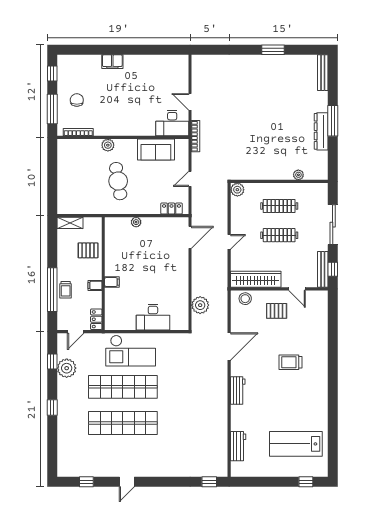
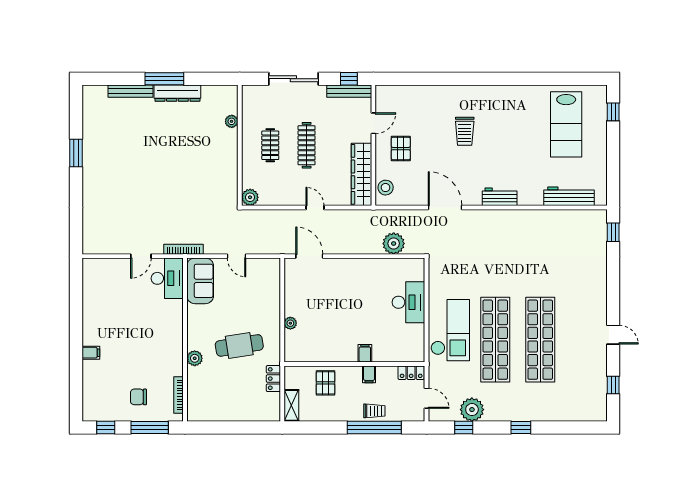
filing cabinet: (112, 62) -> (91, 353), width x0.50
bench: (323, 73) -> (131, 91), moved
sofa: (156, 150) -> (200, 281), moved
clothes rail: (279, 206) -> (270, 145), width x0.73
locker: (172, 209) -> (273, 379), moved
workbench: (238, 446) -> (569, 196), width x1.38

